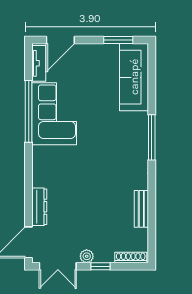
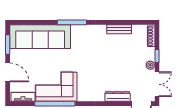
door: (60, 40) -> (8, 72), moved
sofa: (134, 77) -> (40, 37), width x1.36, depth x1.27

